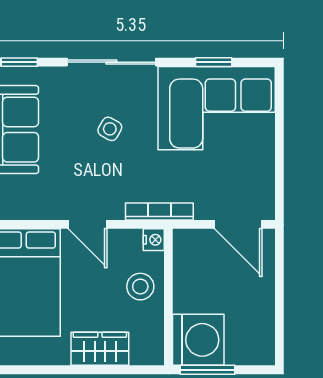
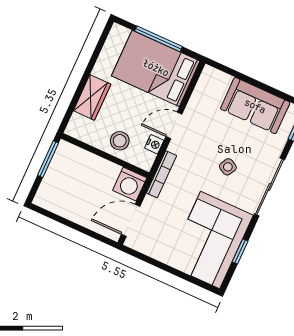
nightstand: (154, 240) -> (154, 144), moved, turned -90
washing machine: (198, 340) -> (130, 184), moved, width x0.73, depth x0.73

